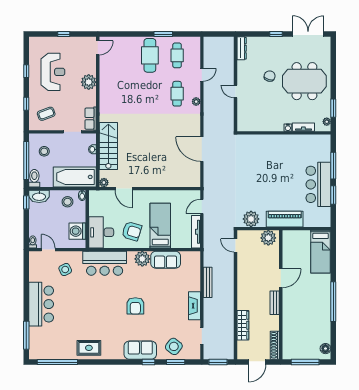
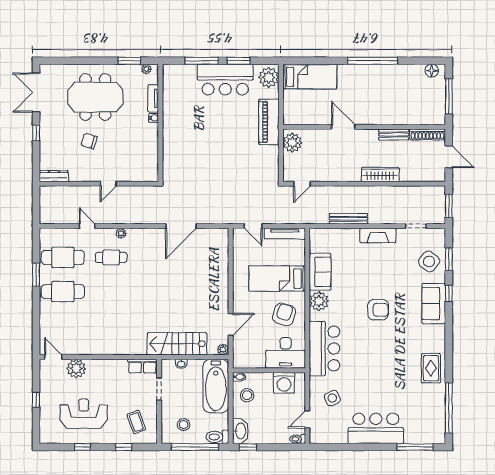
cafe table: (177, 55) -> (63, 257), width x1.37, depth x1.35
meeting table: (304, 81) -> (95, 97), turned 90
plant: (89, 82) -> (76, 369), moved
plant: (251, 219) -> (269, 77), moved
bench: (275, 303) -> (394, 135), moved
wardrobe: (243, 325) -> (380, 175), moved

